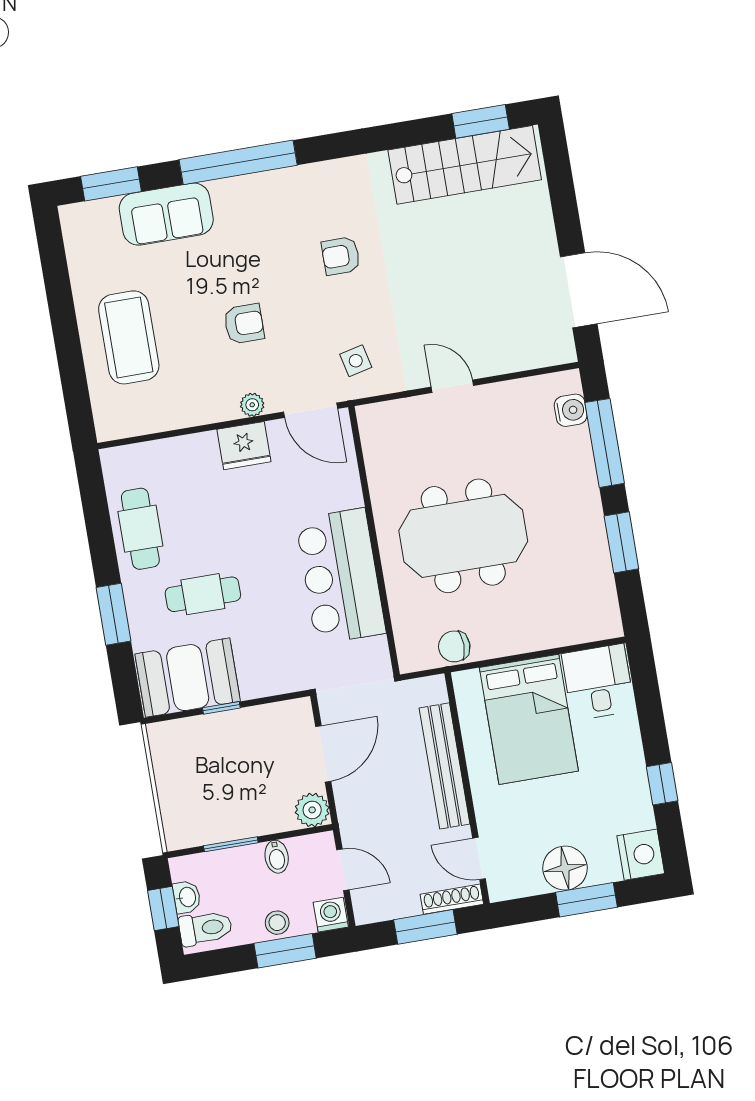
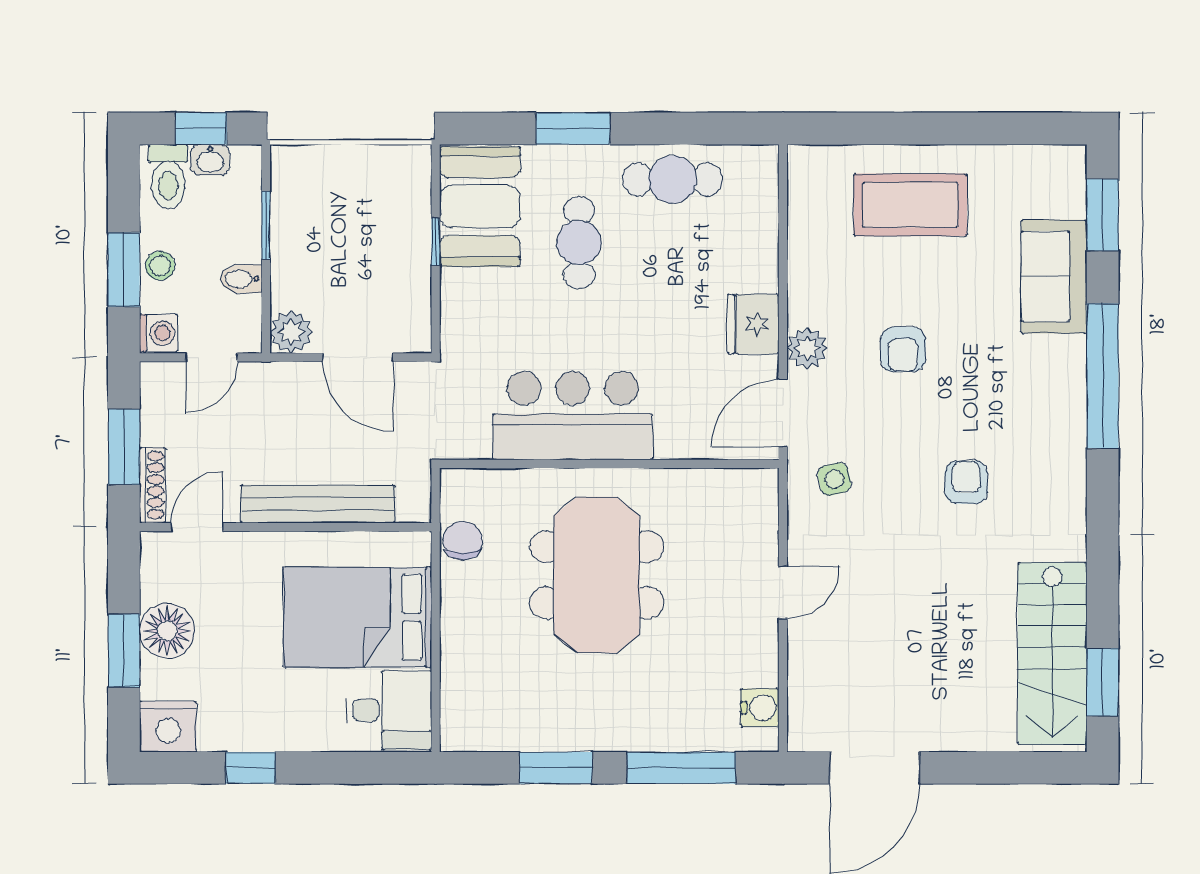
plant: (252, 405) -> (807, 348), width x1.38, depth x1.38
water cooler: (571, 410) -> (760, 708), moved, turned -90

